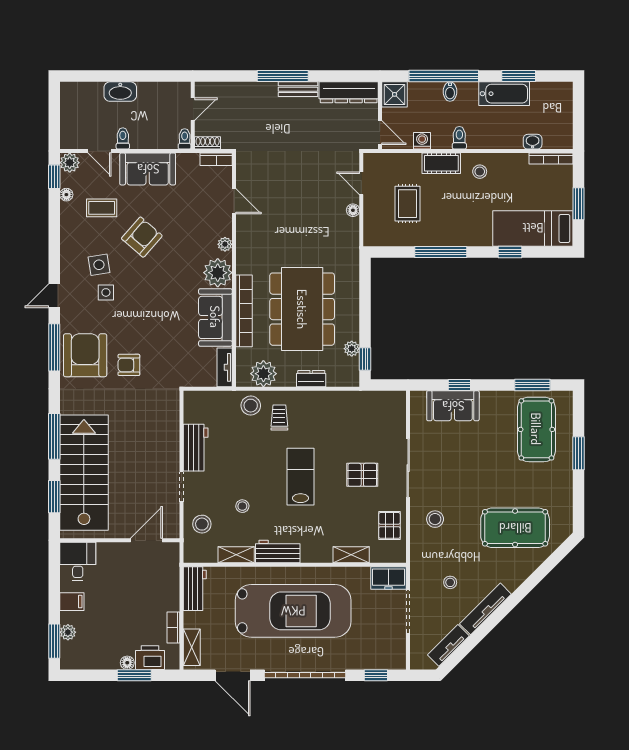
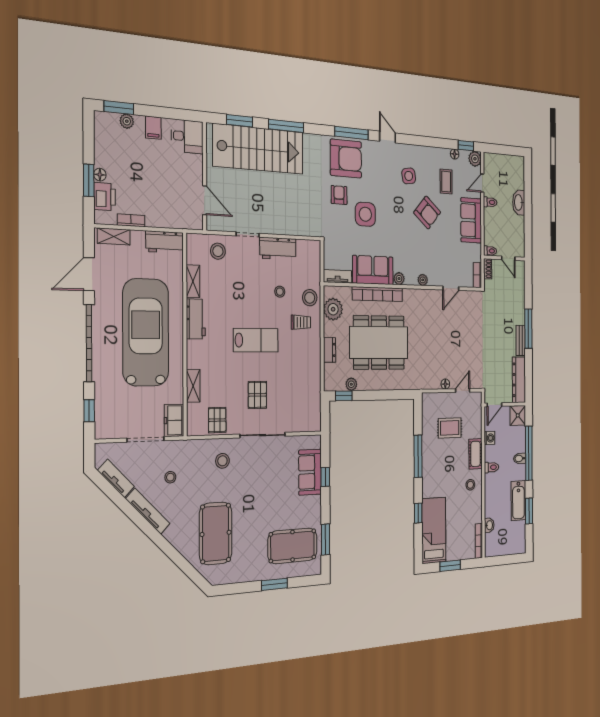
plant: (218, 273) -> (399, 279), width x0.53, depth x0.53
side table: (106, 292) -> (365, 214), moved, width x1.87, depth x1.87
stool: (242, 506) -> (280, 292), moved
pallet: (389, 525) -> (217, 420), turned 90
car: (293, 611) -> (146, 332), turned 180

